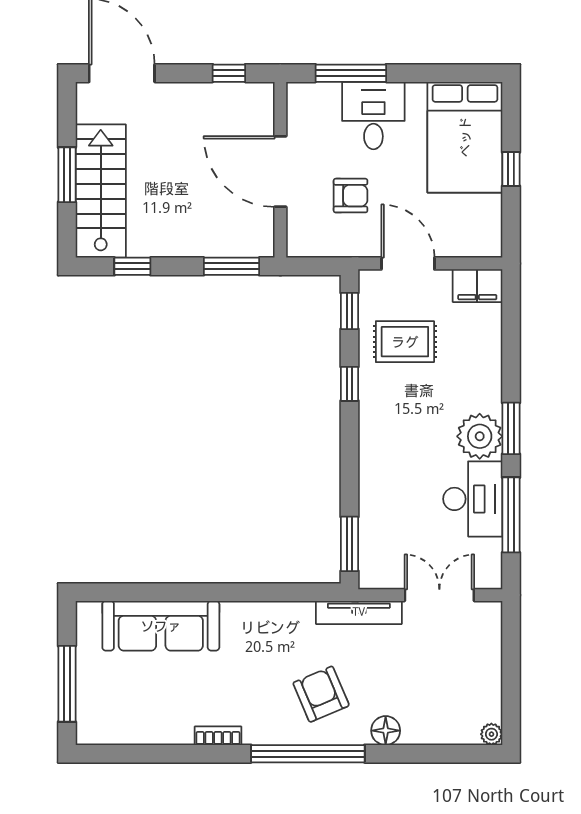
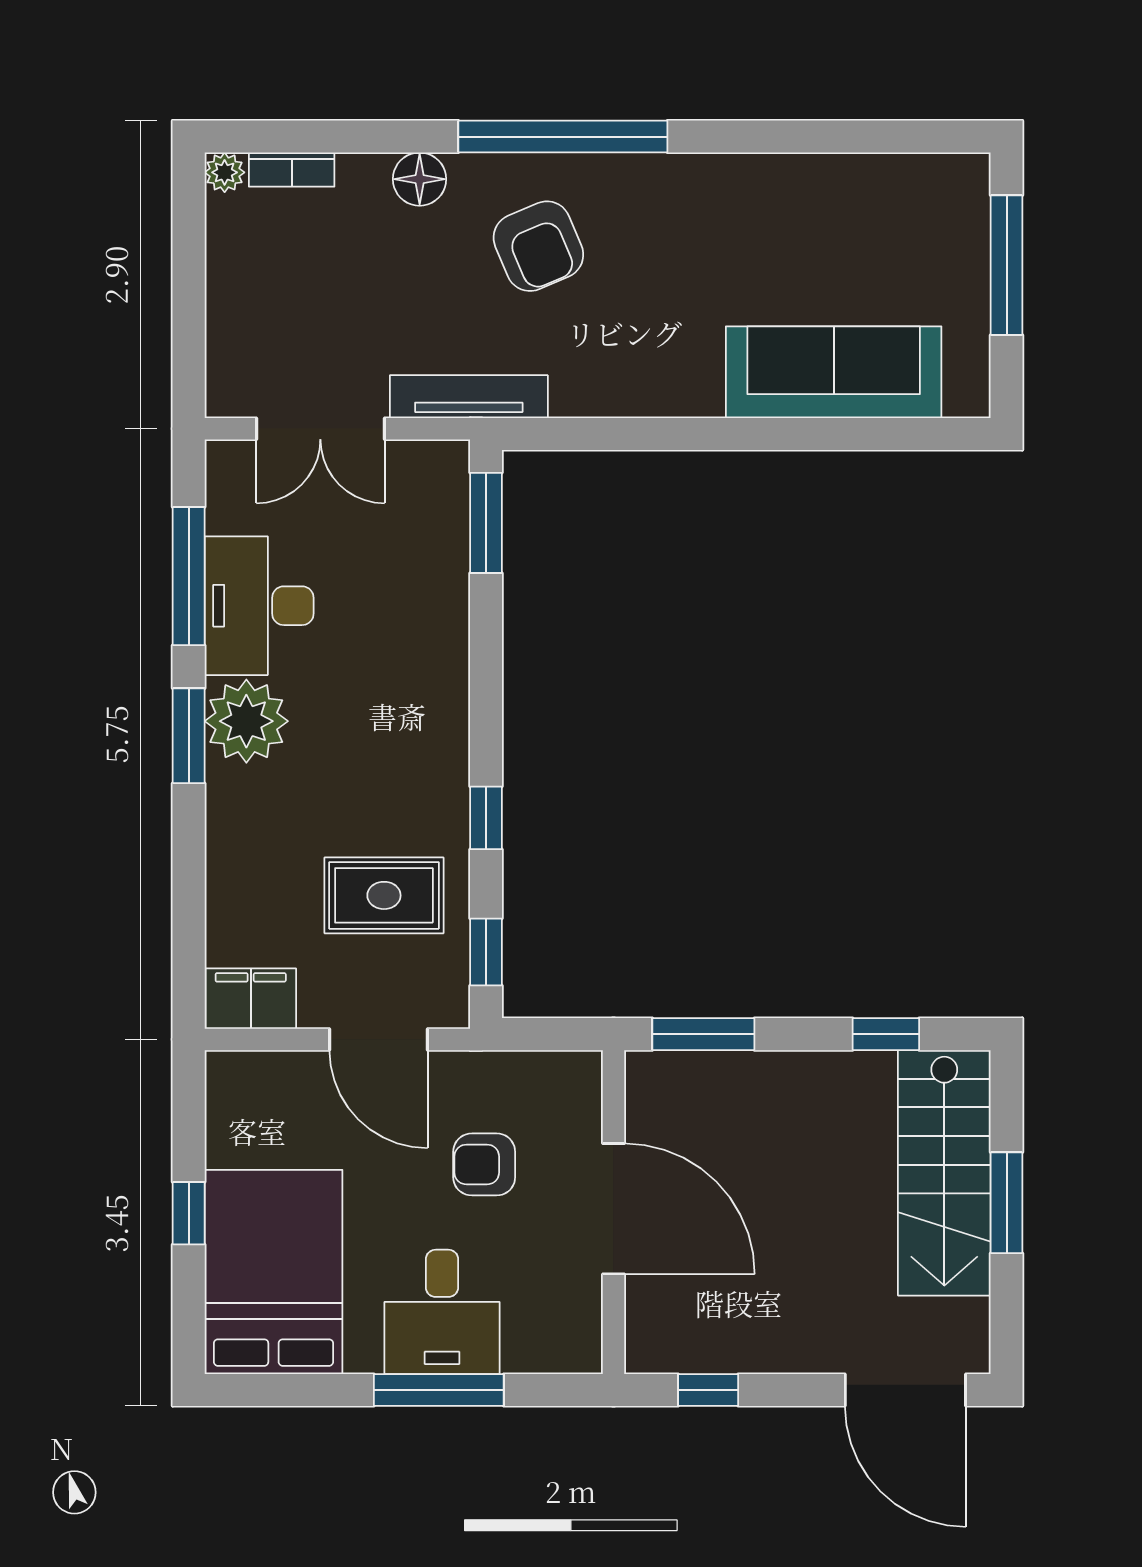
window: (351, 73) -> (439, 1390), moved
bookcase: (218, 736) -> (292, 170), moved

